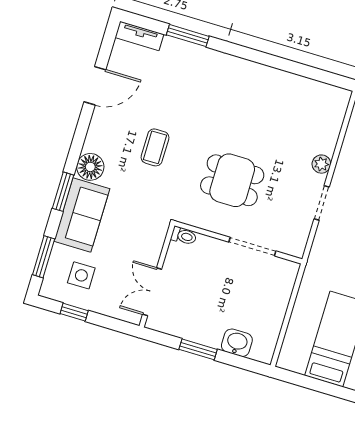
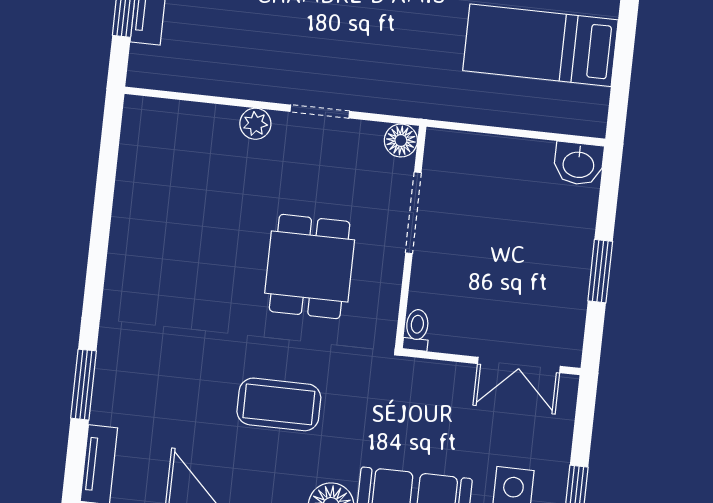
coffee table: (155, 147) -> (279, 404), width x1.36, depth x1.30
floor lamp: (296, 247) -> (401, 140), added
washbasin: (237, 343) -> (579, 164), moved, turned -90

